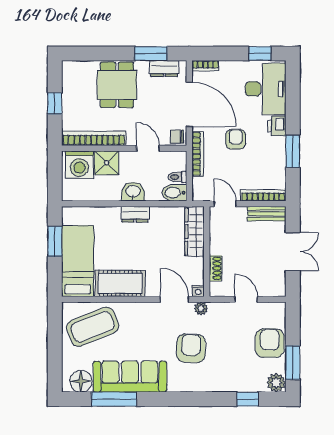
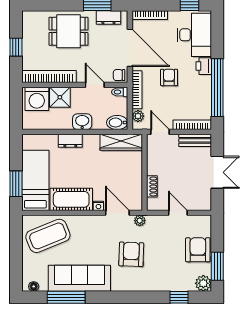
bookcase: (205, 66) -> (150, 15), width x1.56
dining table: (117, 85) -> (69, 31), turned 90
window: (293, 151) -> (217, 88), width x2.11
toilet: (177, 177) -> (120, 92), moved
plant: (199, 185) -> (138, 116), added
dresser: (135, 214) -> (70, 141), moved
wardrobe: (194, 232) -> (121, 142), moved, turned -90
window: (55, 241) -> (16, 184), moved
nightstand: (198, 291) -> (98, 206), moved
floor lamp: (81, 381) -> (34, 286), width x0.53, depth x0.53

